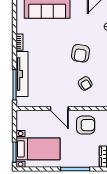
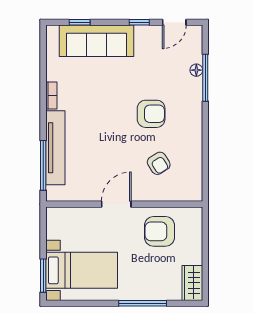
armchair: (80, 53) -> (151, 114), turned -98
door: (59, 108) -> (116, 204), swing flipped
armchair: (86, 125) -> (160, 231), turned 180

